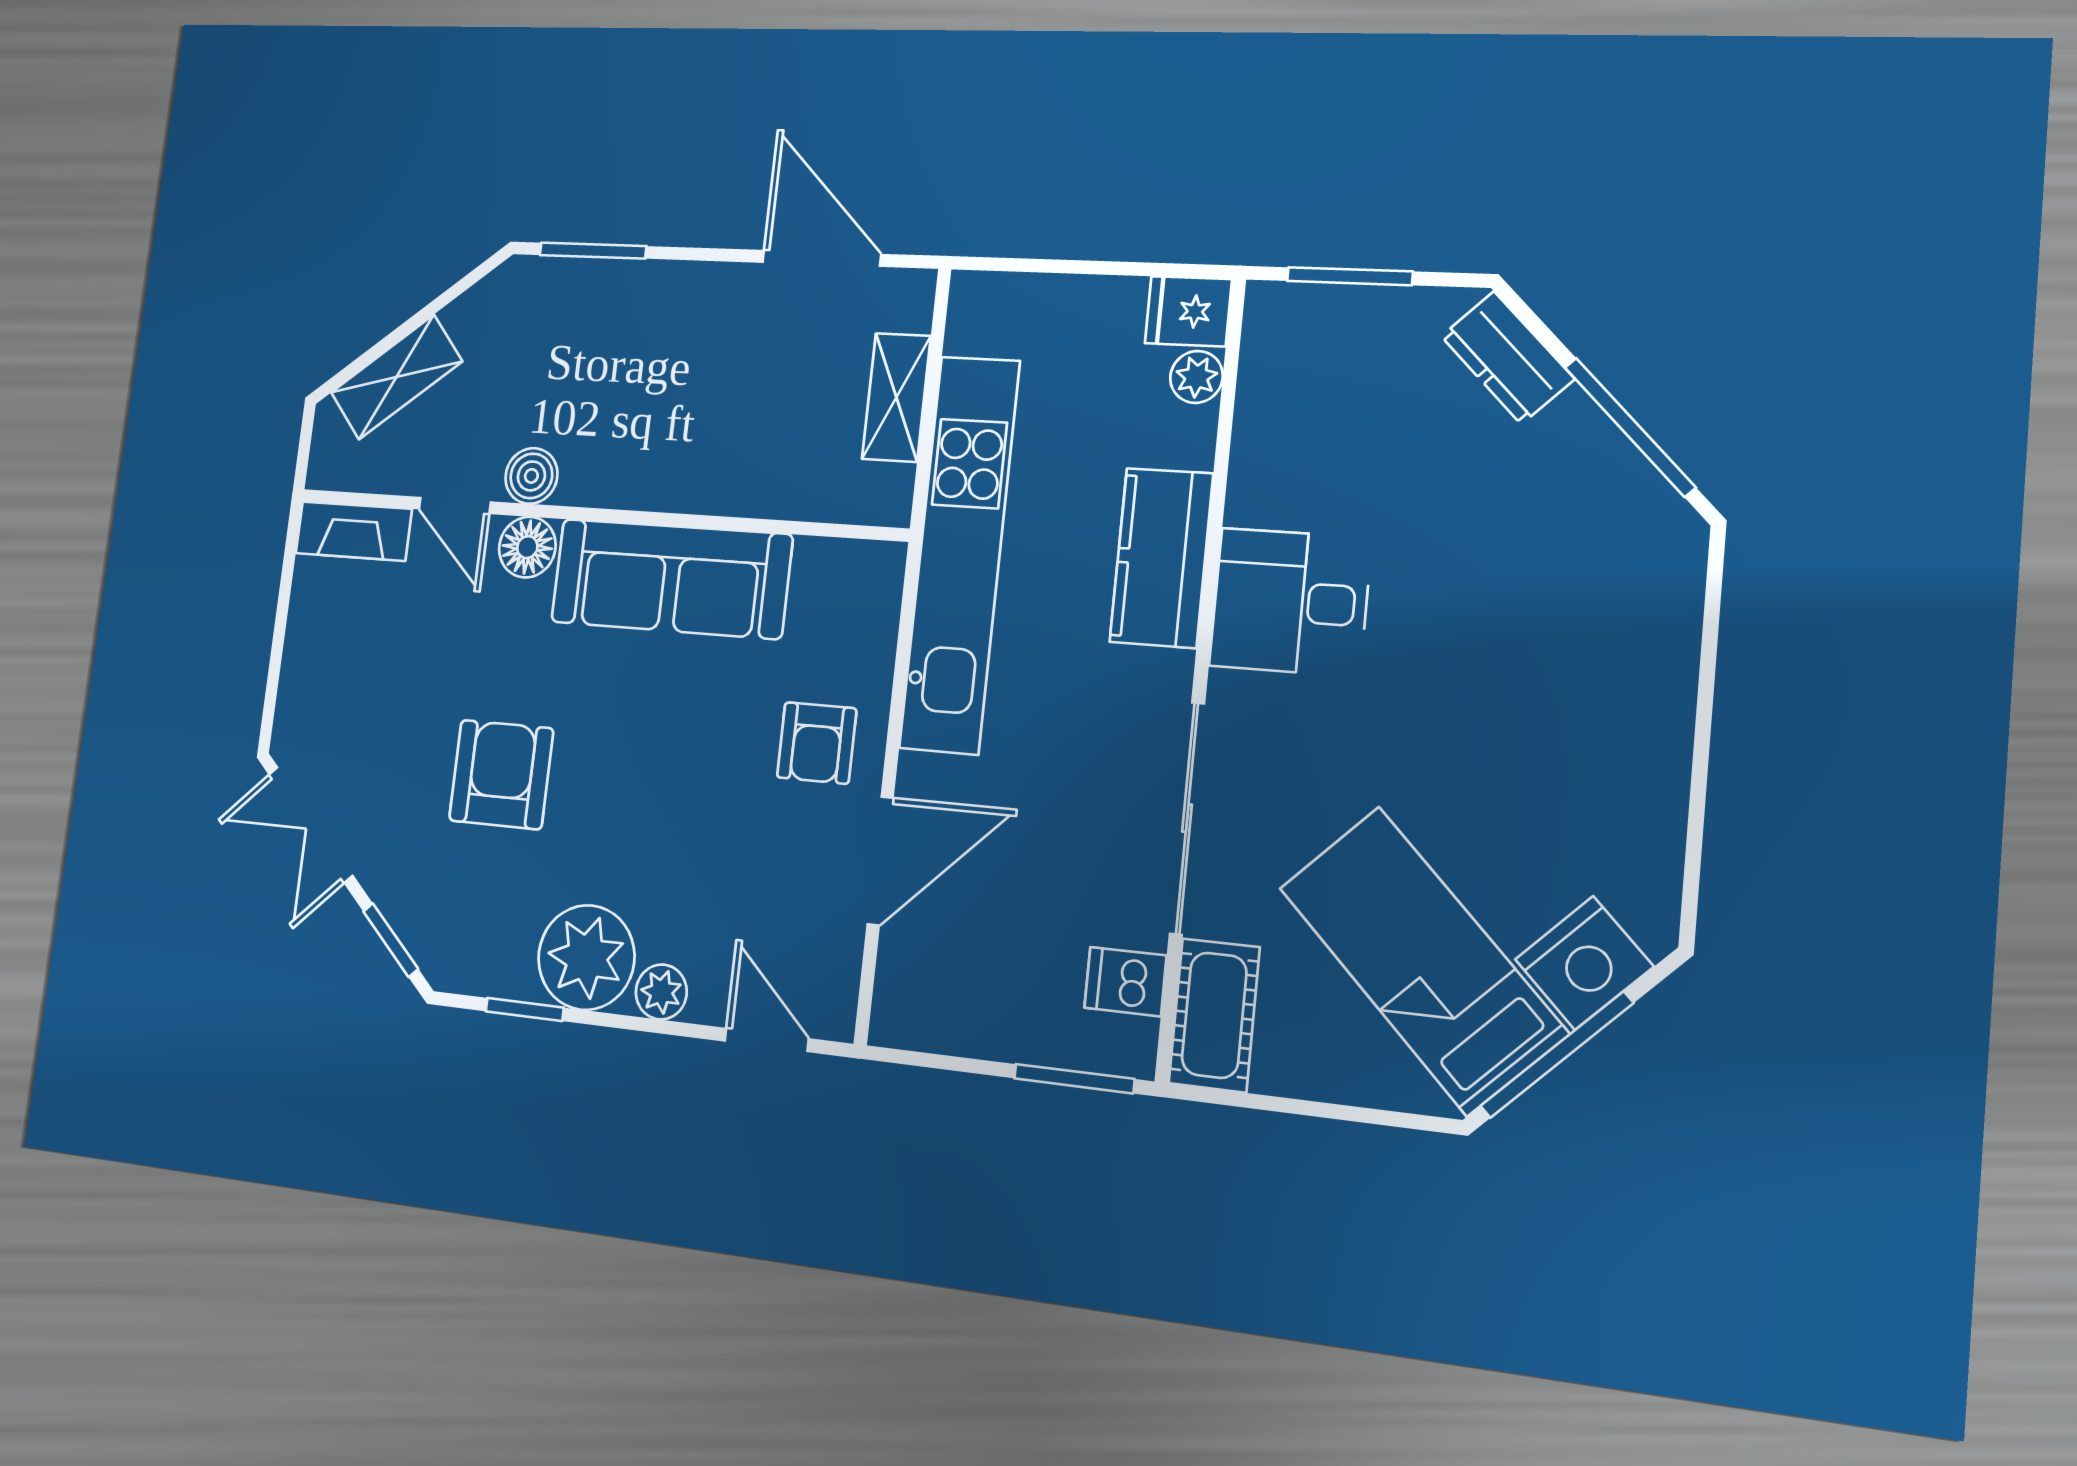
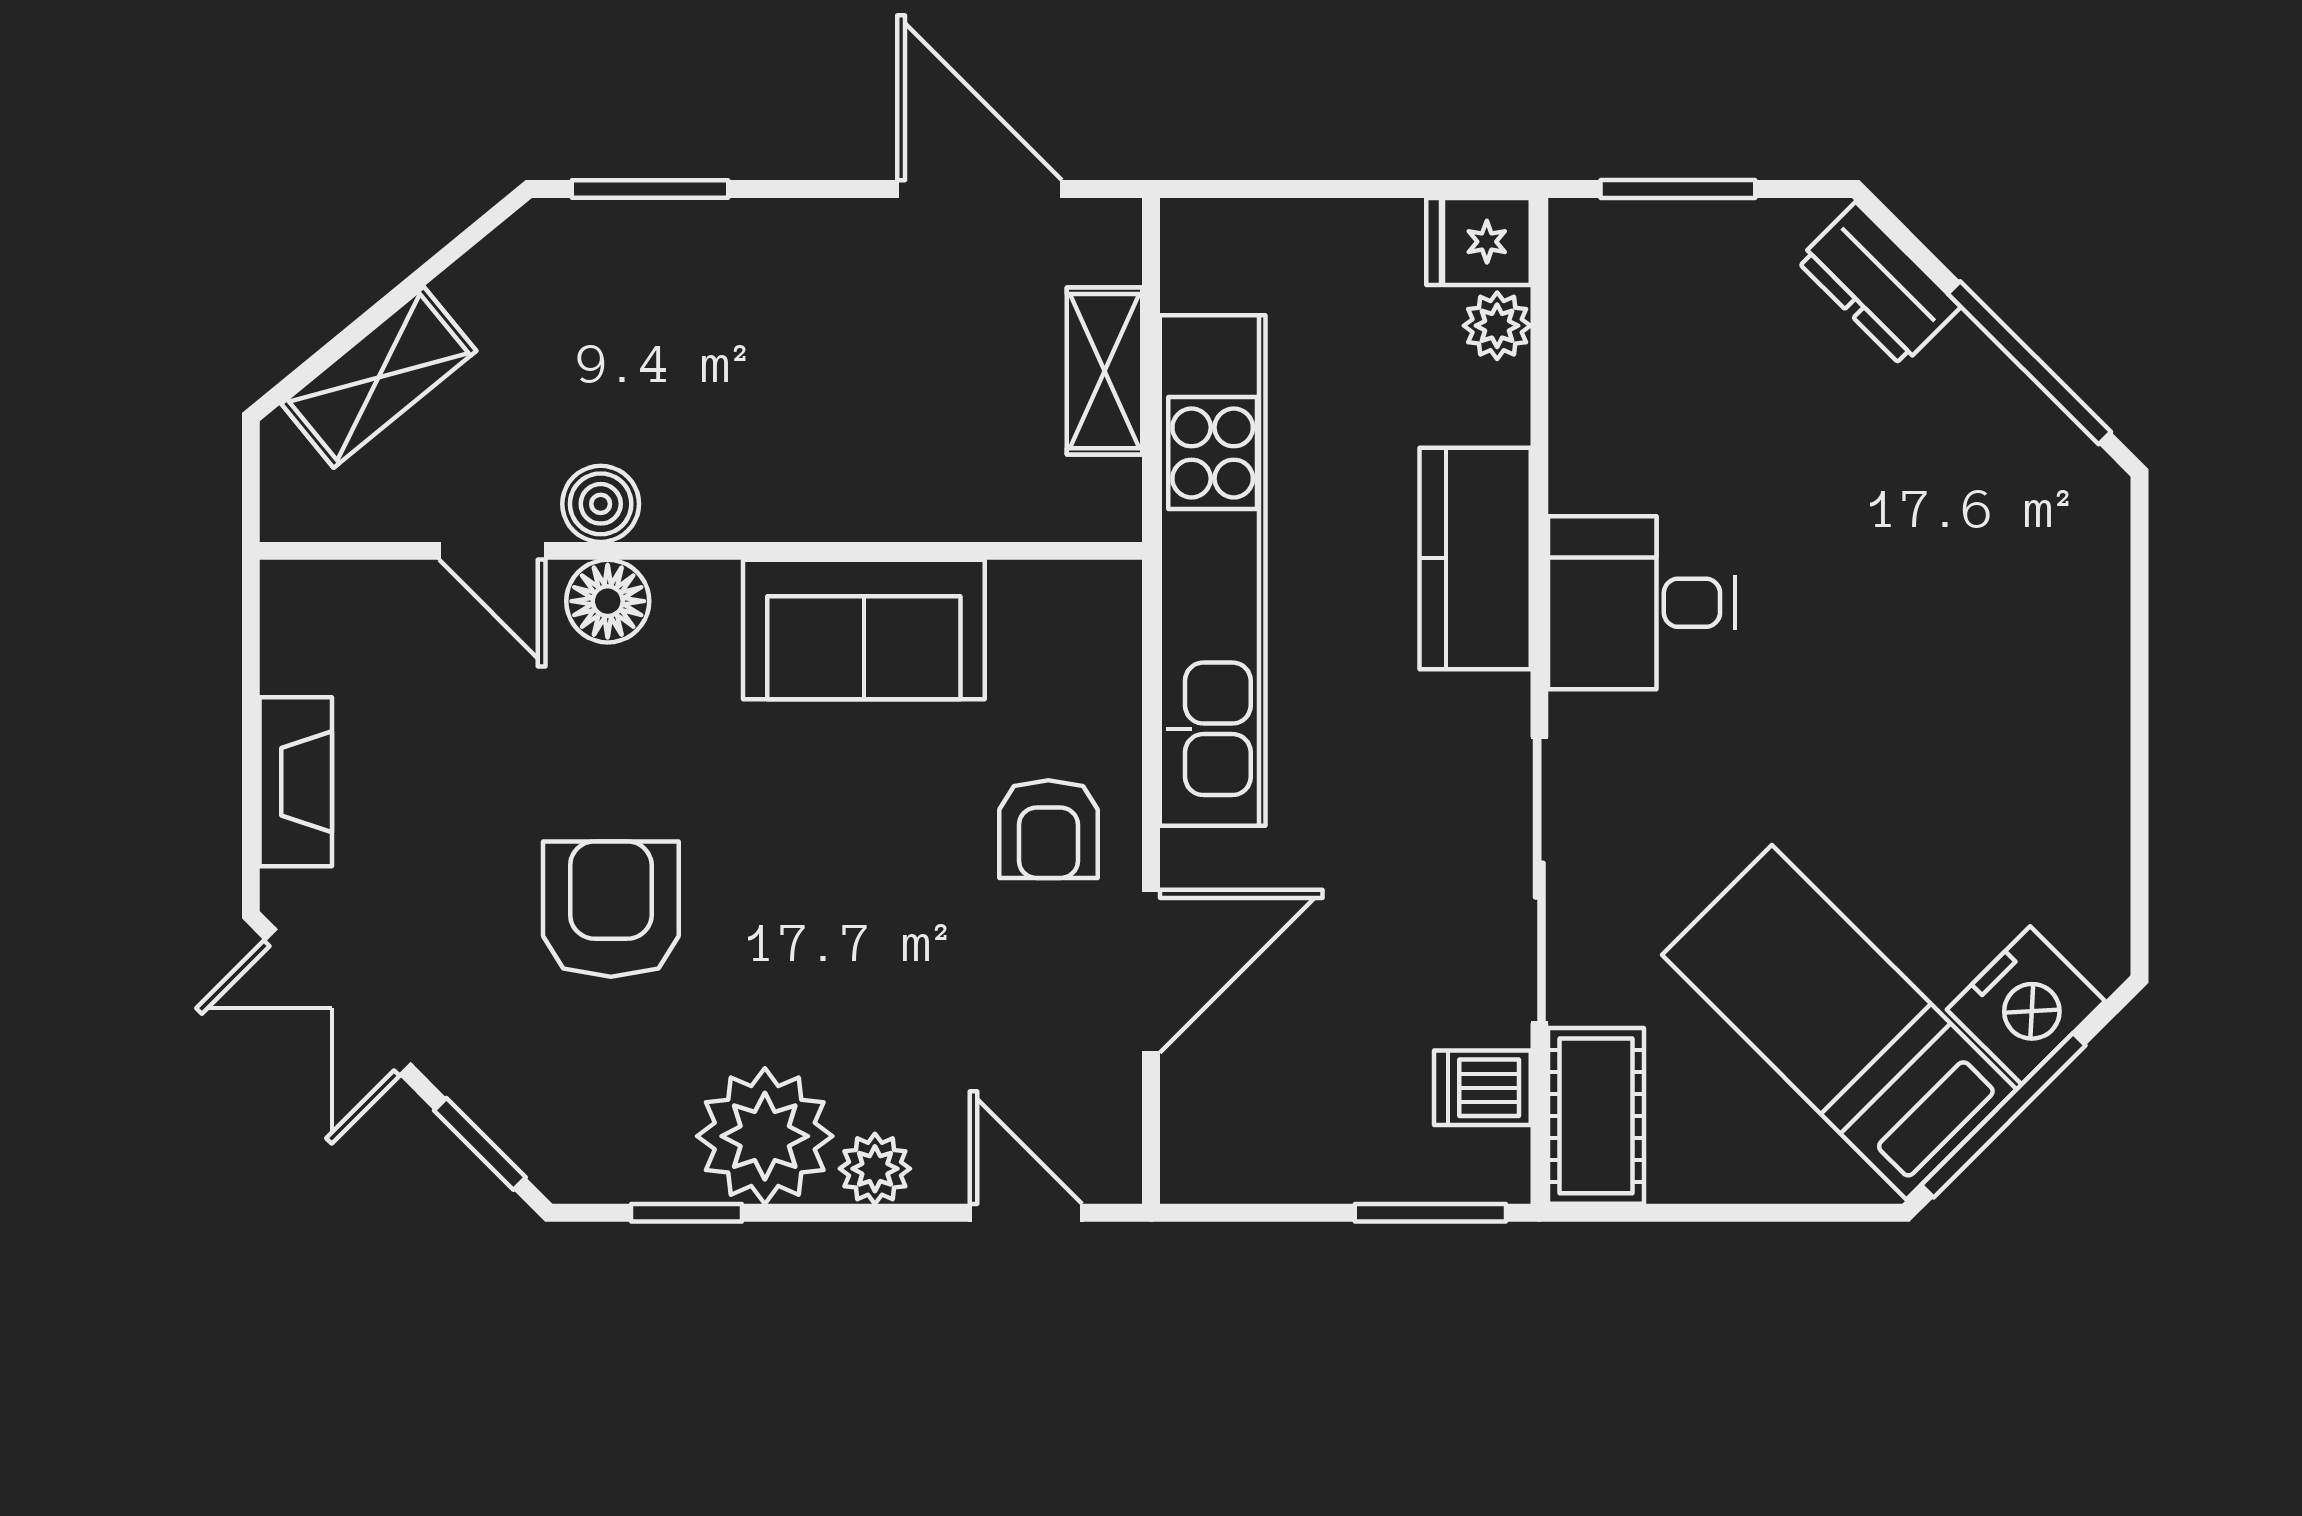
fireplace: (354, 531) -> (296, 782), moved, turned -90
sofa: (671, 578) -> (864, 630), width x0.73

